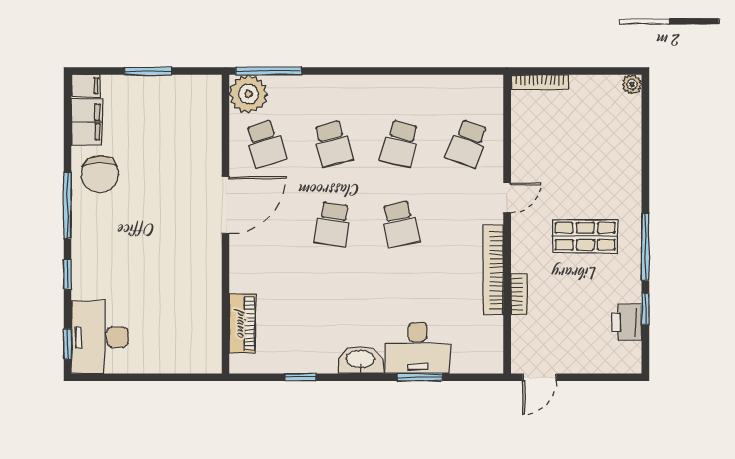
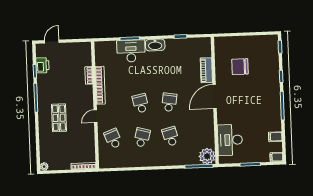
filing cabinet: (87, 122) -> (275, 137), width x0.50
school desk: (265, 144) -> (199, 135), removed
school desk: (468, 144) -> (113, 139), turned -42
chair: (100, 174) -> (240, 67), moved, turned -90
door: (226, 205) -> (215, 97), moved
shop shelf: (585, 236) -> (59, 118), moved, turned 90
piano: (242, 323) -> (206, 70), moved
desk: (100, 337) -> (230, 140), moved, turned 180
door: (539, 377) -> (52, 42), moved

